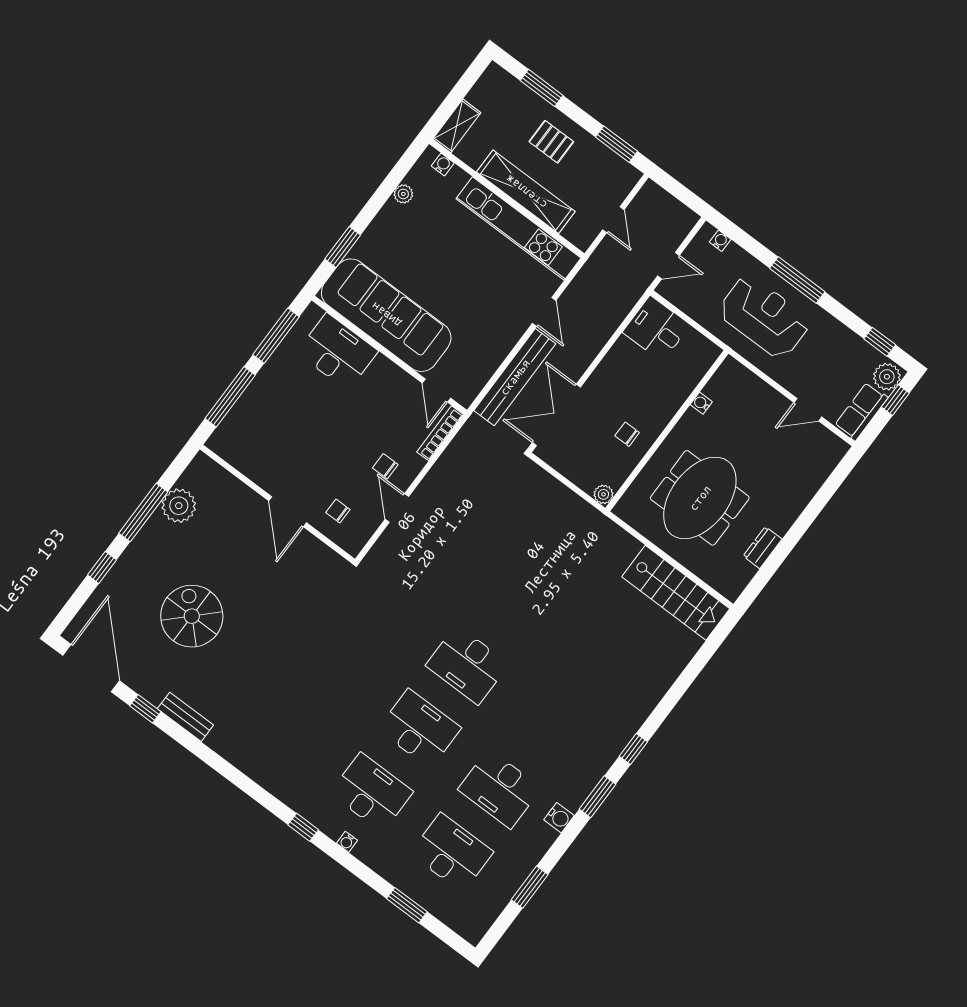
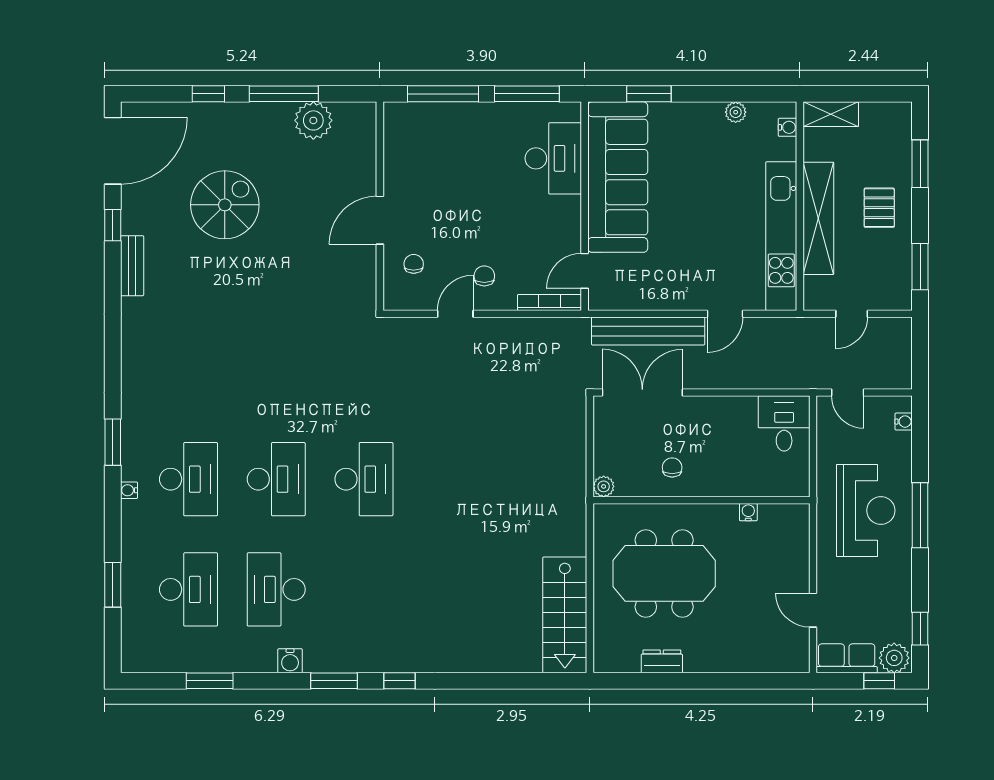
desk: (467, 665) -> (364, 479), turned 180
window: (303, 827) -> (113, 442), width x1.50

